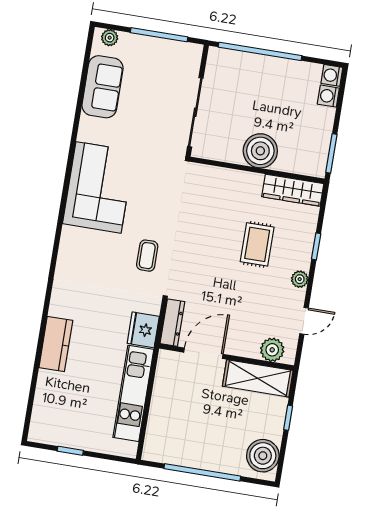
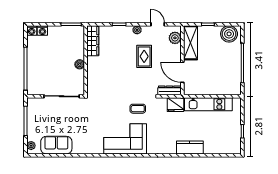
boiler: (260, 151) -> (80, 64), width x0.54, depth x0.54
corner sofa: (98, 187) -> (125, 139), moved
rug: (257, 244) -> (144, 56), moved, turned 90

